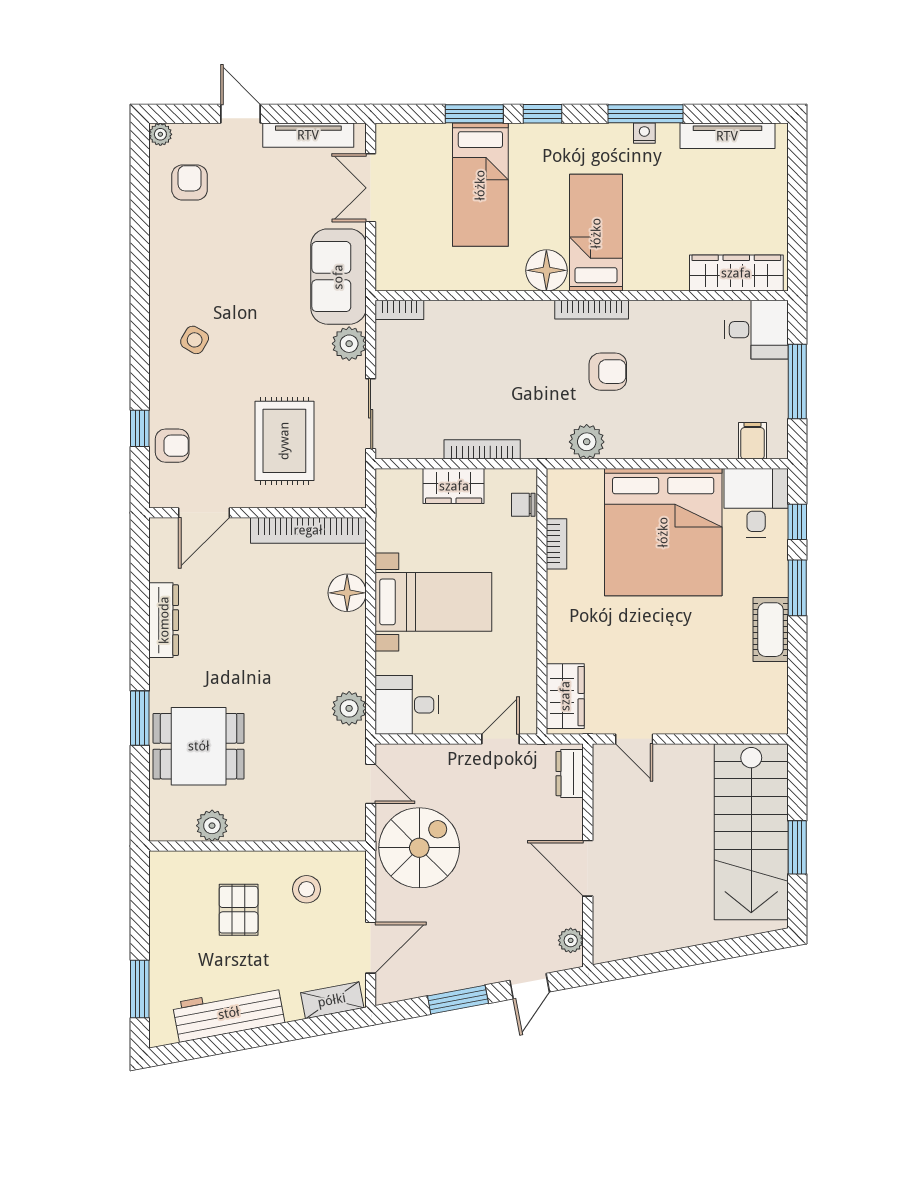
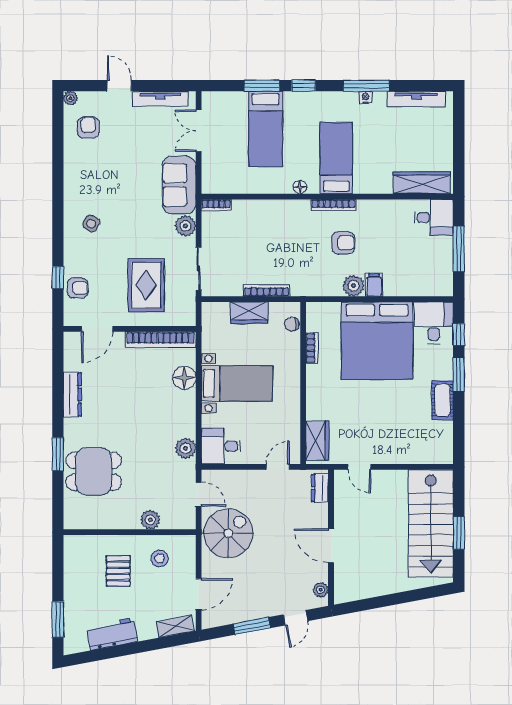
floor lamp: (546, 270) -> (300, 187), width x0.53, depth x0.53
filing cabinet: (753, 441) -> (374, 285), moved
plant: (587, 442) -> (354, 286), moved
plant: (212, 826) -> (150, 520), moved
workbench: (229, 1013) -> (112, 634), width x0.73

